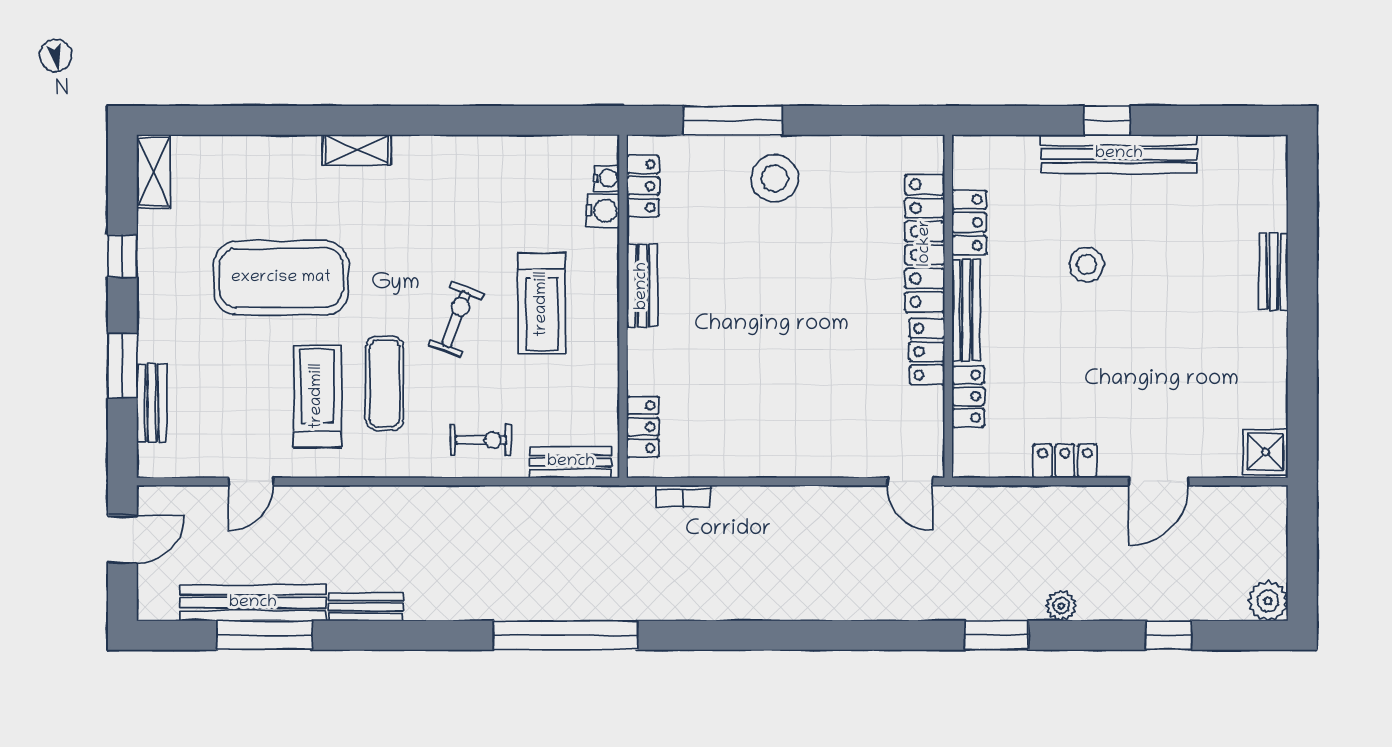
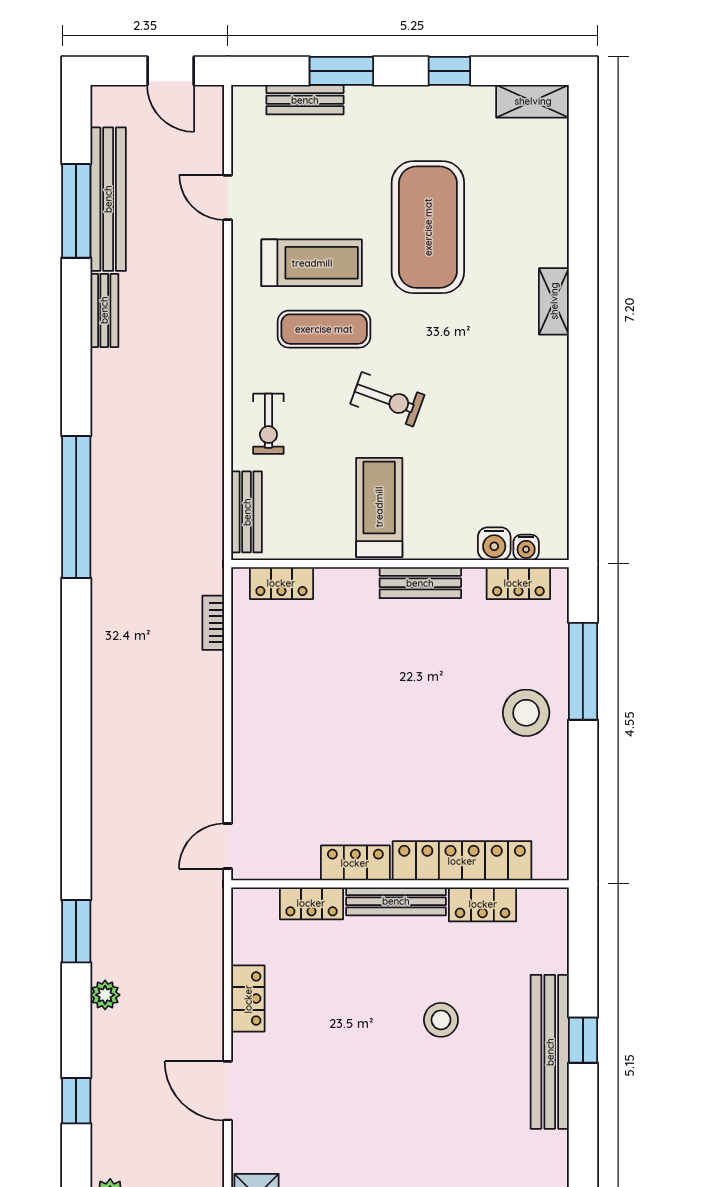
treadmill: (542, 304) -> (379, 507), moved, turned 90

